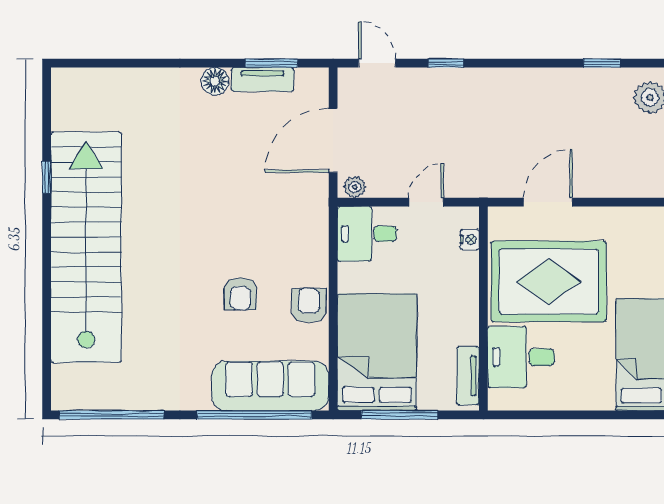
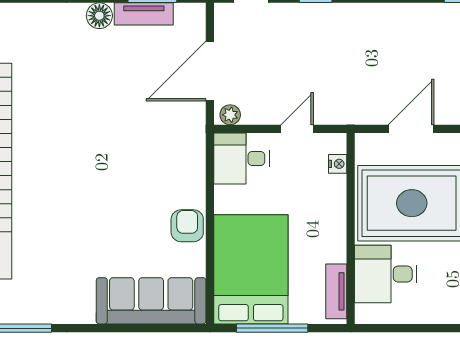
armchair: (240, 294) -> (123, 215), removed
window: (255, 415) -> (136, 328), removed

